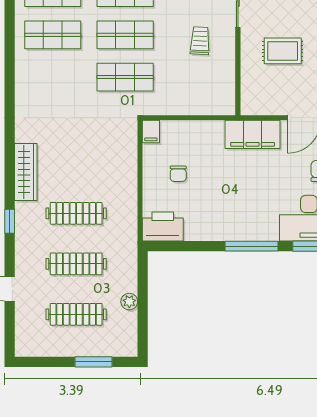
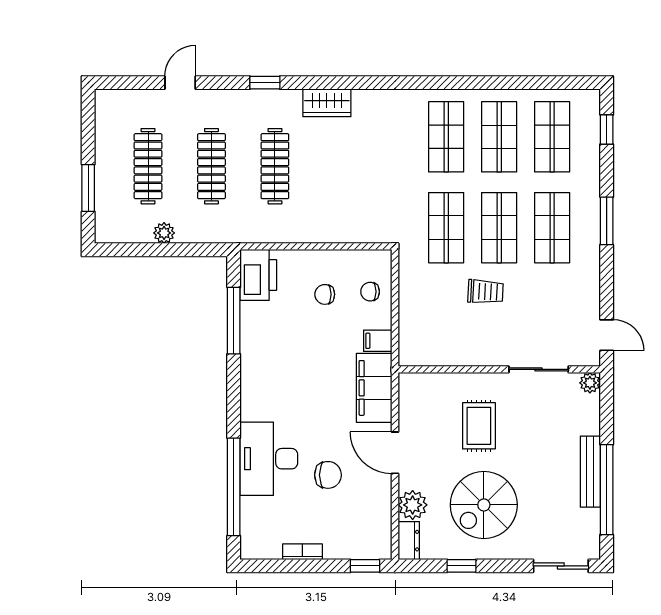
trolley: (200, 41) -> (486, 292), moved
shop shelf: (53, 77) -> (446, 137), added
filing cabinet: (151, 131) -> (378, 341), moved
chair: (176, 138) -> (370, 292), added
wardrobe: (26, 172) -> (327, 103), width x0.67
window: (252, 246) -> (234, 321), moved

